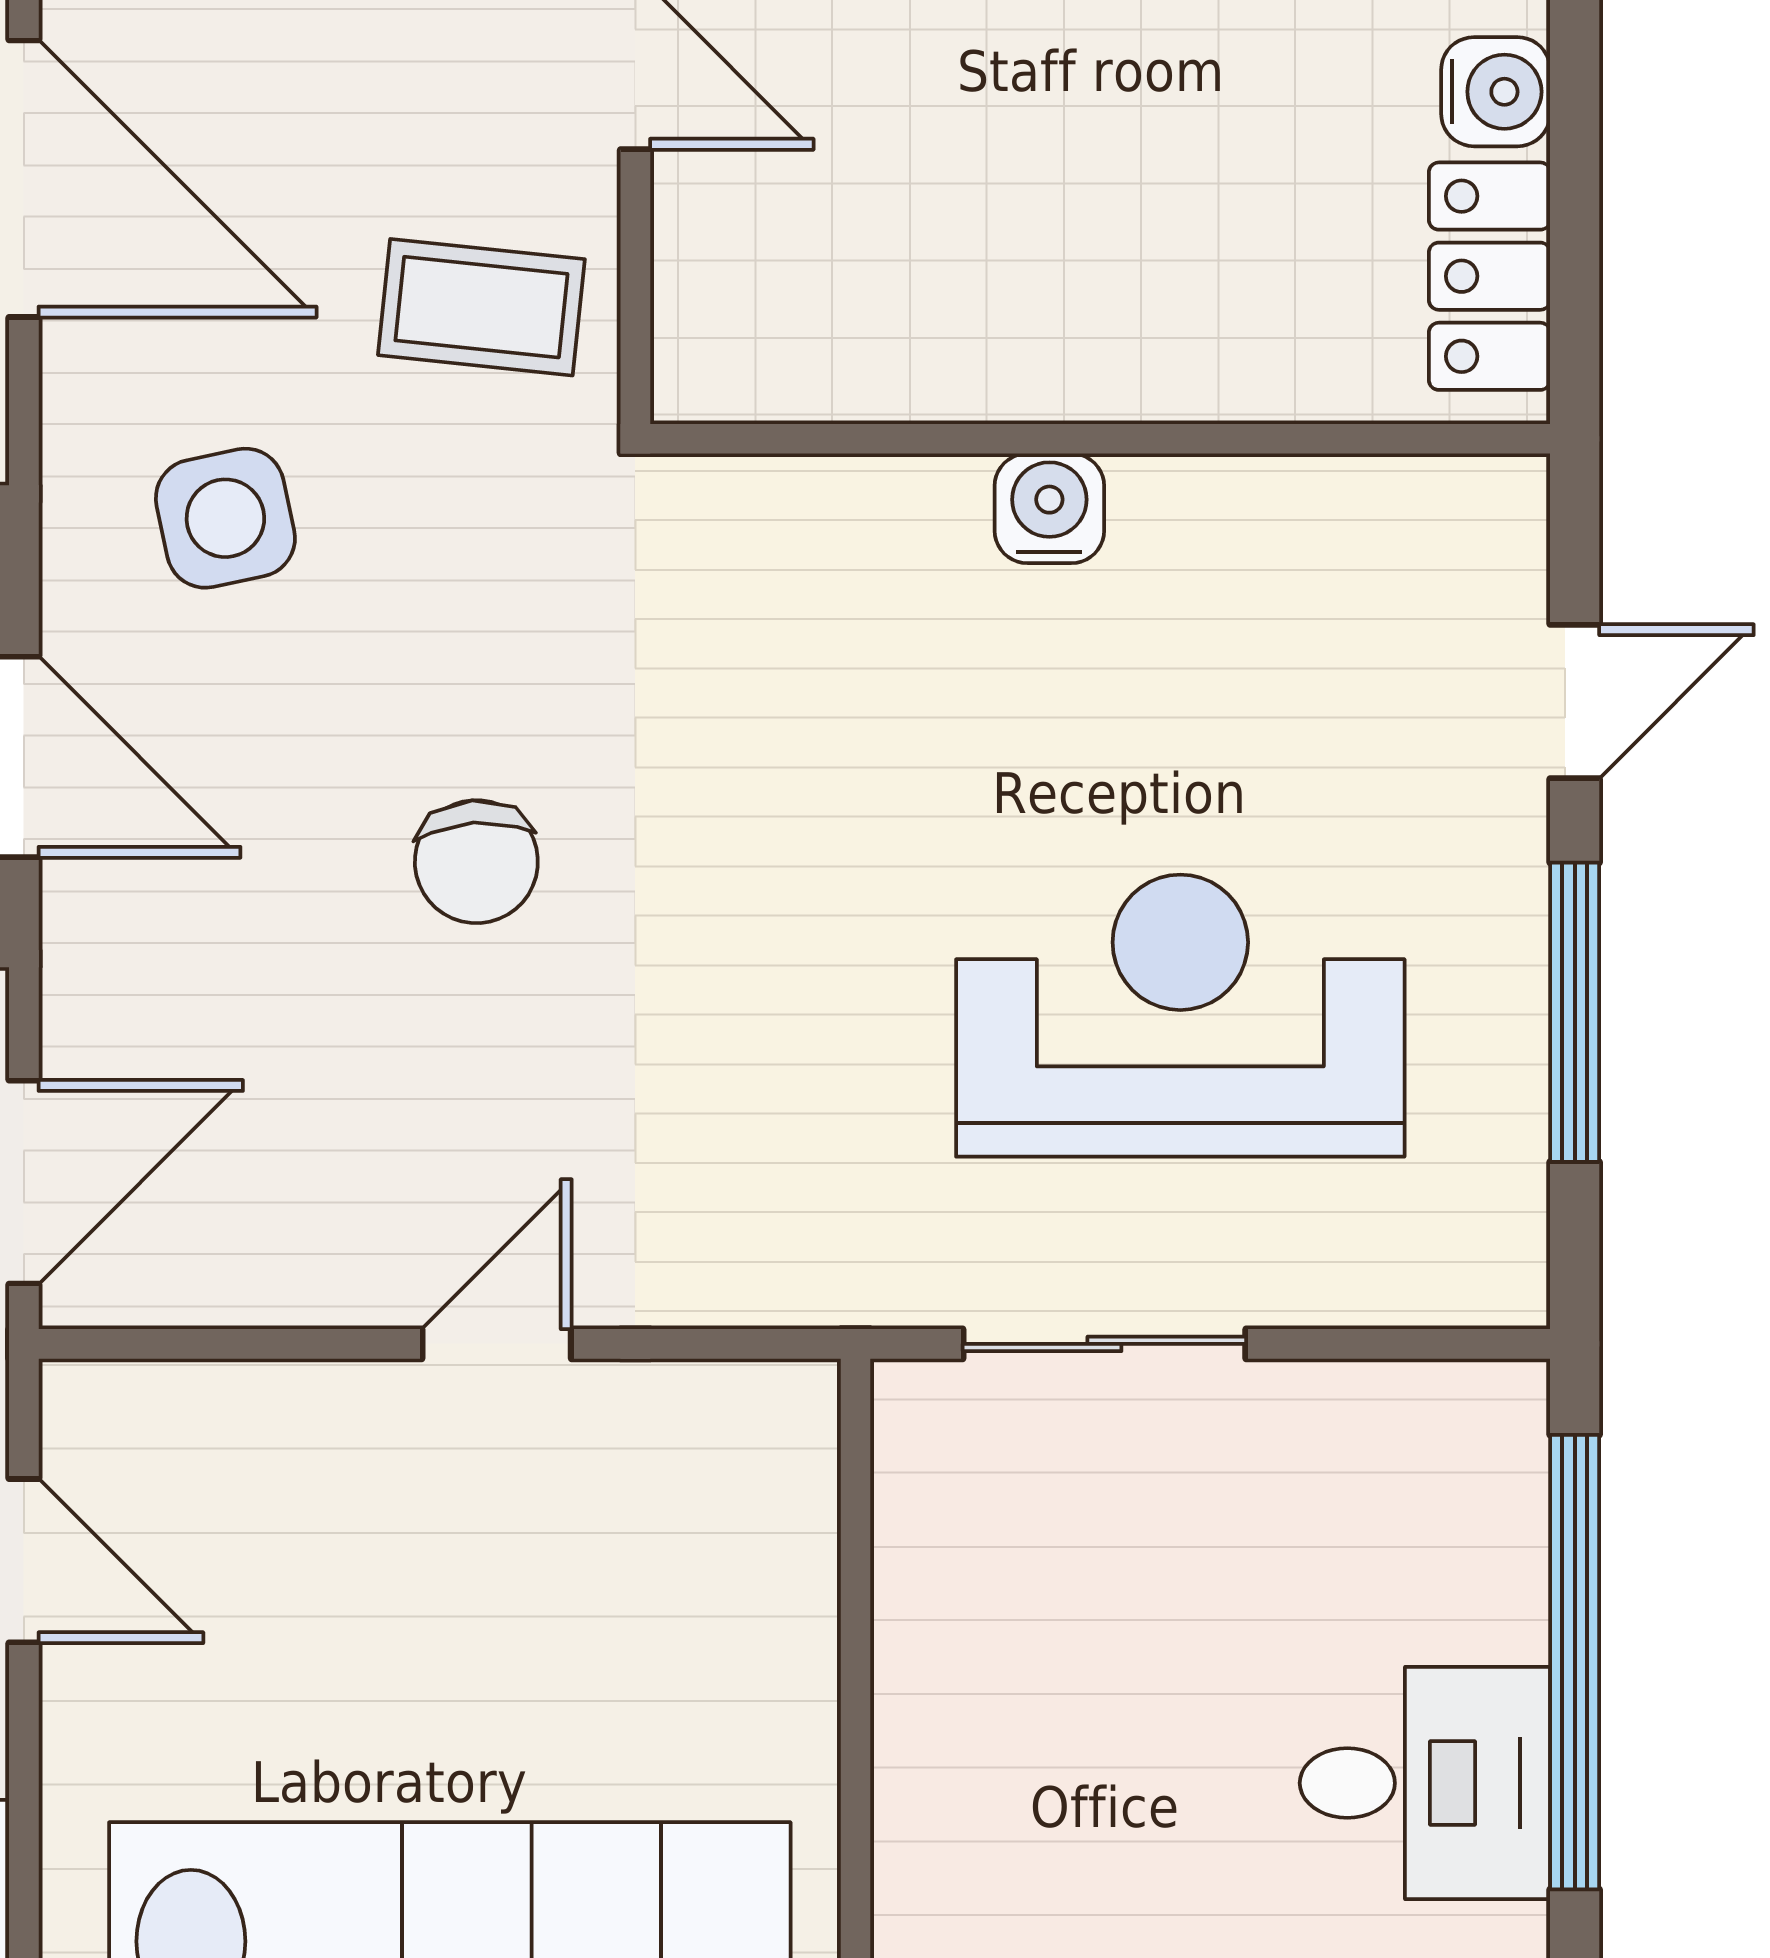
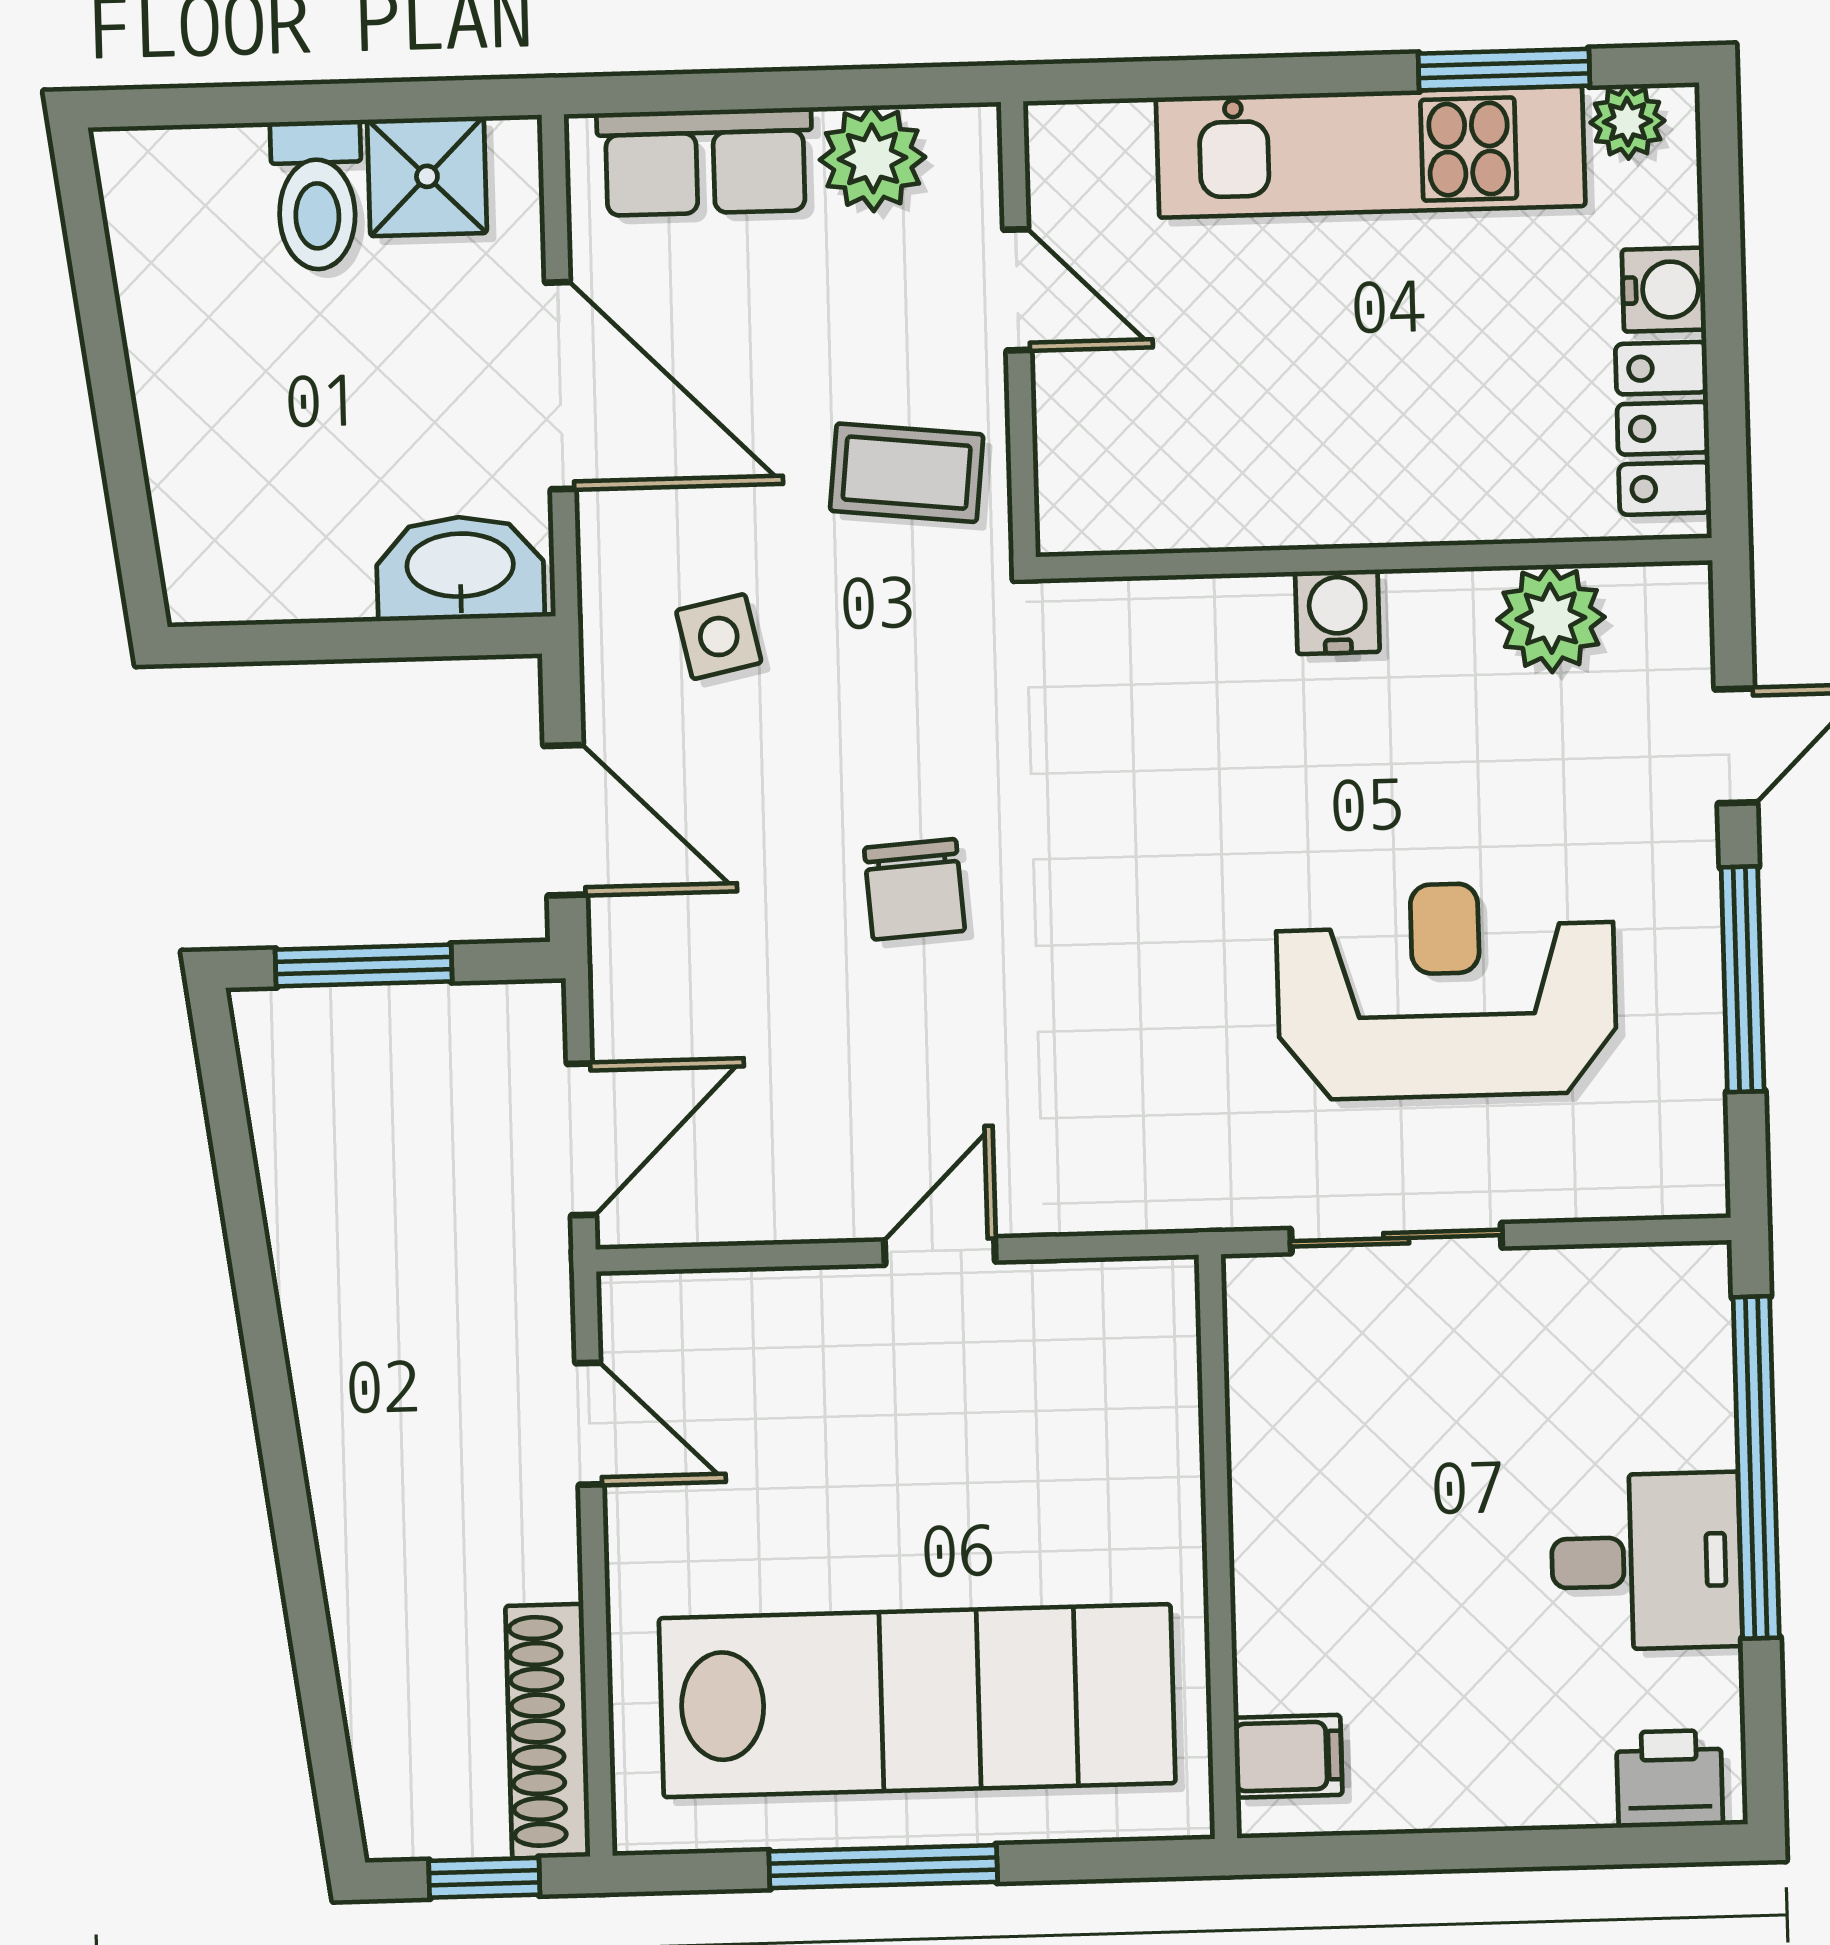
side table: (225, 518) -> (719, 637), width x0.73, depth x0.73
plant: (1333, 525) -> (1551, 618), added

